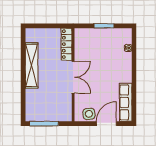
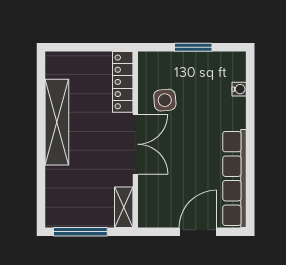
row of seats: (126, 102) -> (234, 178), width x1.36
shelving: (67, 111) -> (124, 207), added
side table: (89, 114) -> (165, 100), moved

